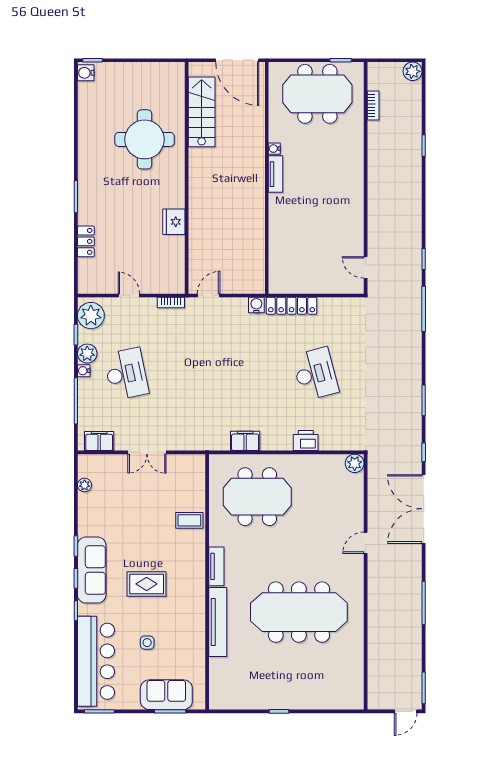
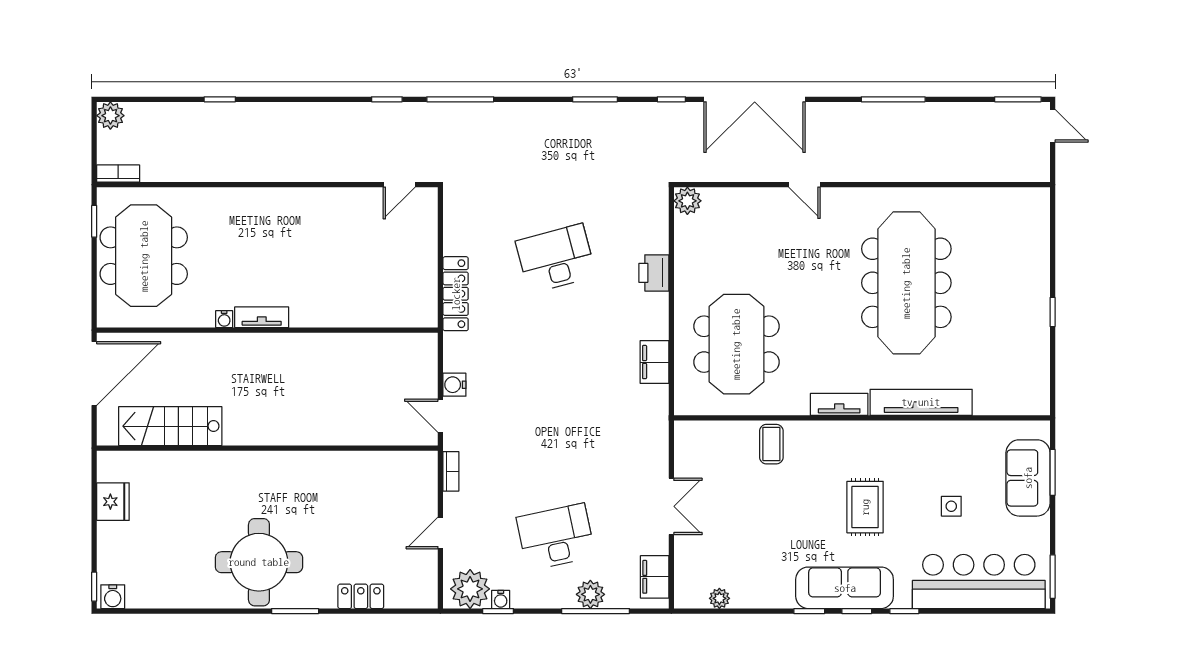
bookcase: (373, 106) -> (118, 174), moved
round table: (145, 139) -> (259, 562), moved
fridge: (174, 222) -> (113, 502), moved, turned -90
water cooler: (256, 305) -> (454, 385), moved
plant: (87, 354) -> (590, 594), moved
water cooler: (84, 371) -> (501, 600), moved

